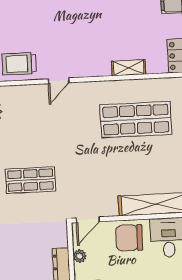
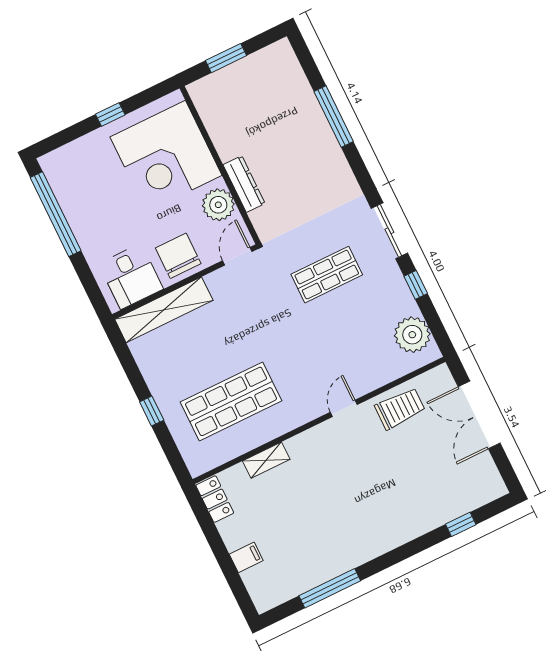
chair: (129, 238) -> (178, 256), turned -91
plant: (80, 256) -> (218, 205), width x1.88, depth x1.88

